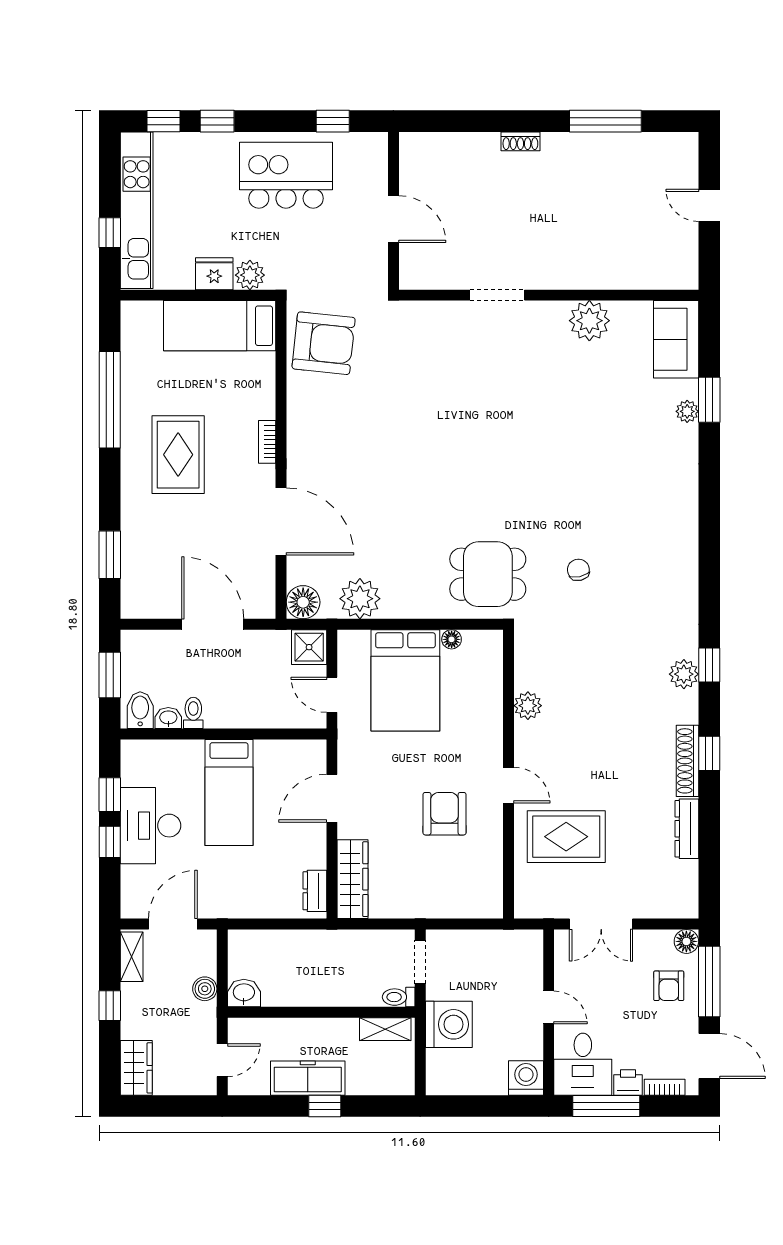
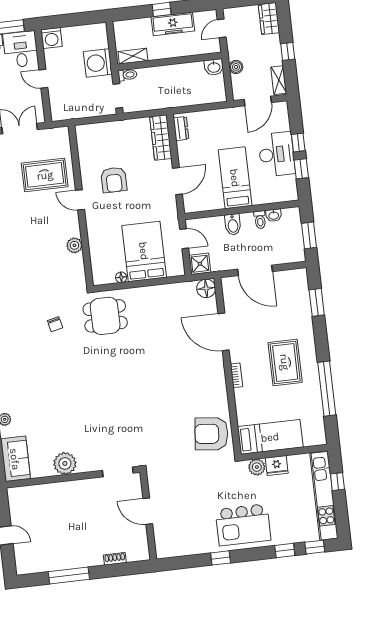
wall: (393, 211) -> (148, 516), moved
door: (393, 219) -> (148, 511), moved
plant: (360, 599) -> (175, 294), removed
bidet: (140, 710) -> (233, 224), moved

